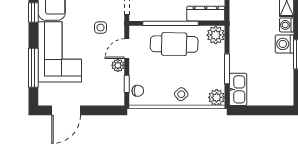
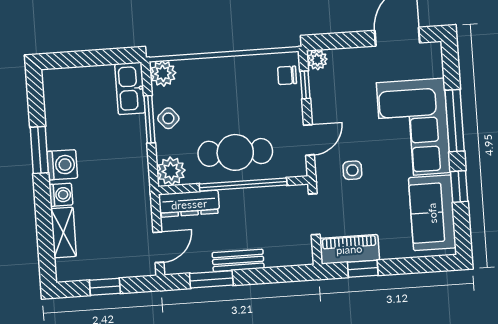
plant: (118, 65) -> (317, 60), moved
window: (33, 68) -> (455, 121), moved
side table: (181, 94) -> (168, 118), moved

